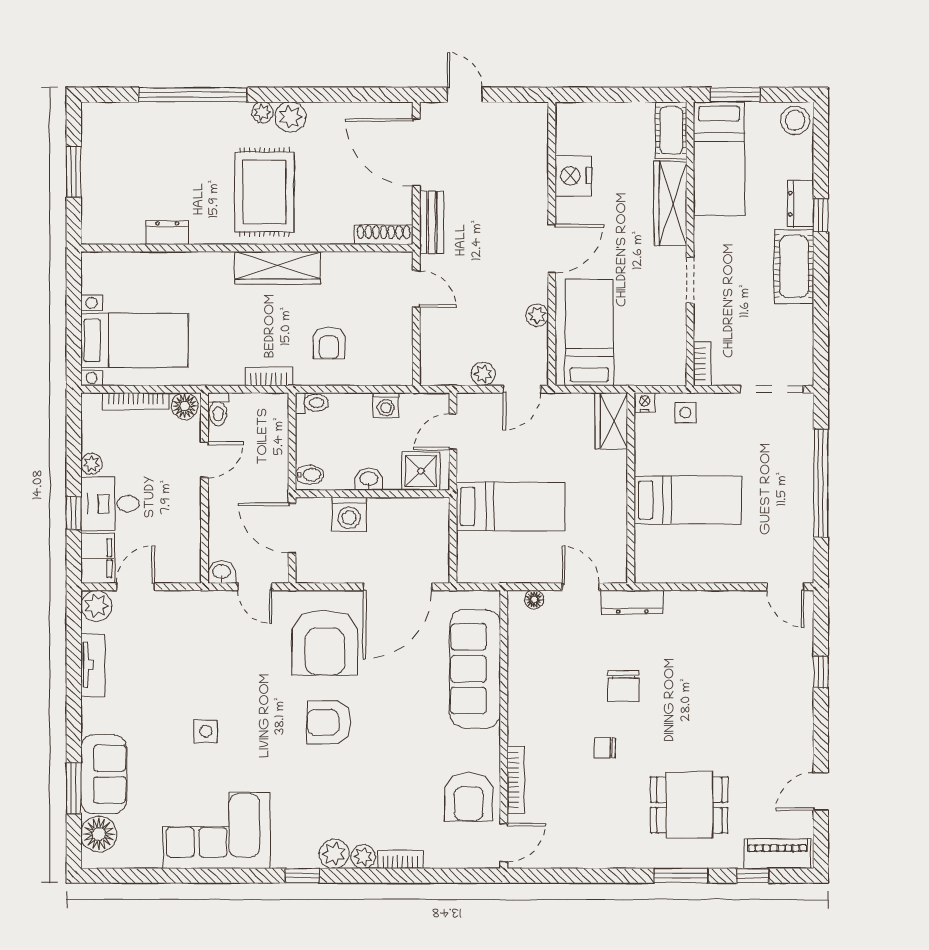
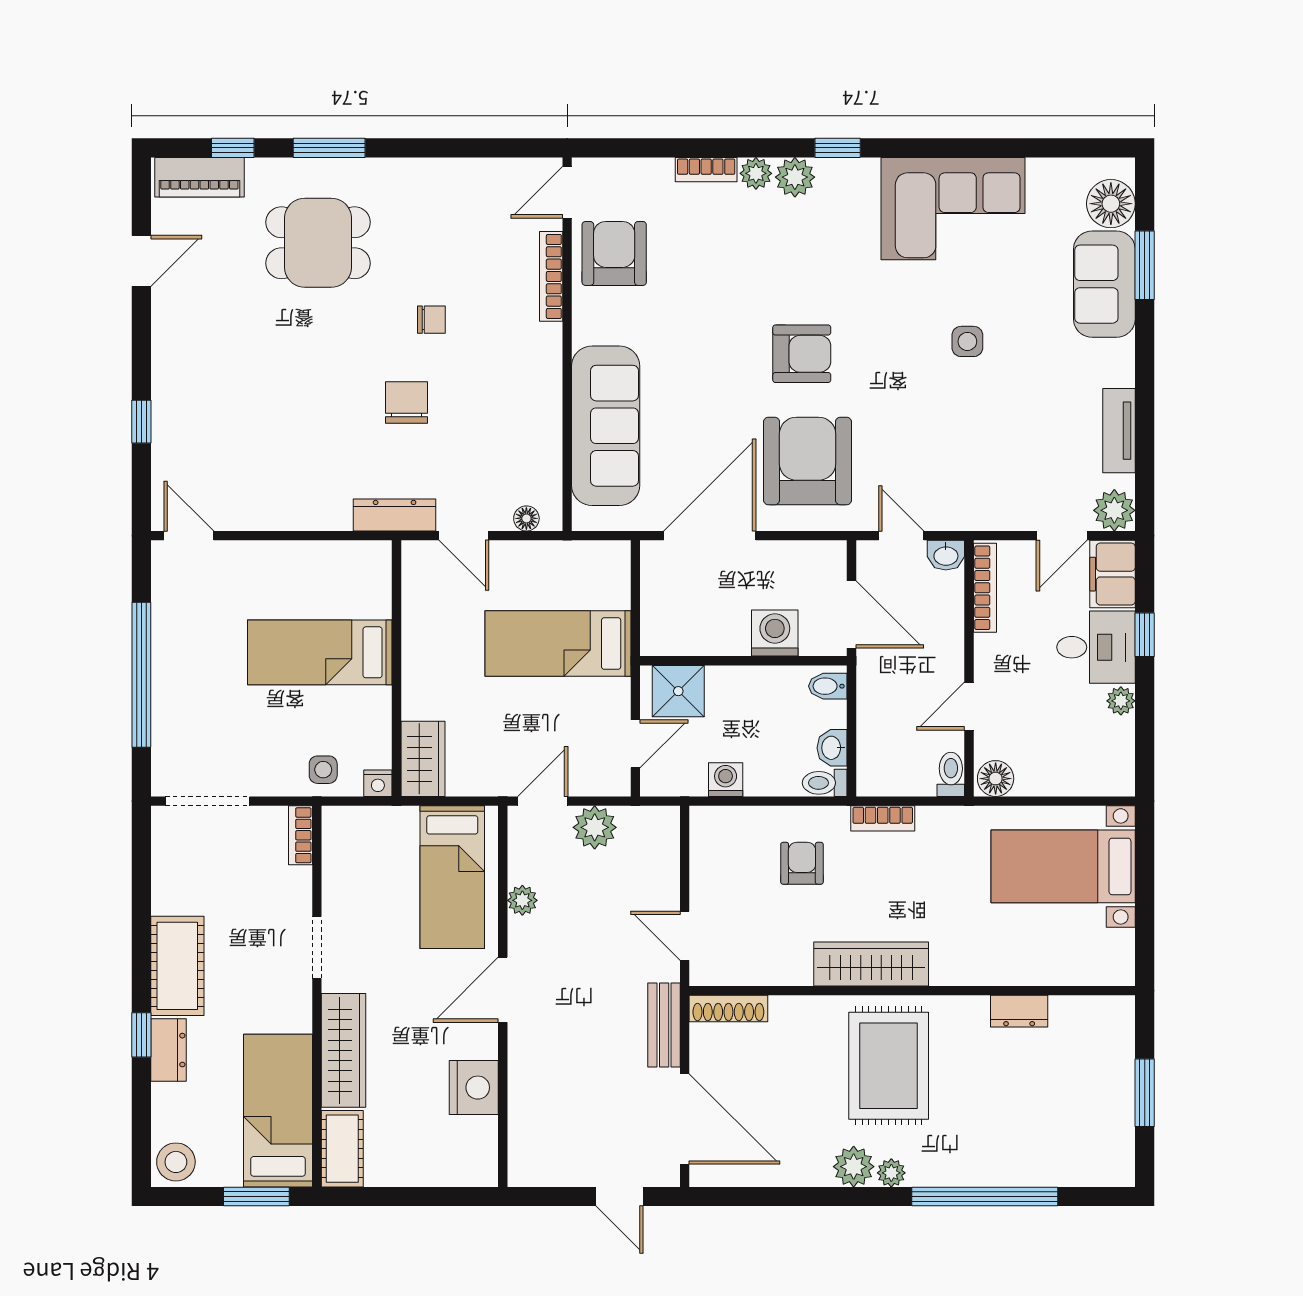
plant: (483, 374) -> (595, 827), width x1.38, depth x1.38
bookcase: (136, 401) -> (985, 588), moved, turned 90
washbasin: (369, 479) -> (832, 748), moved, turned 90

